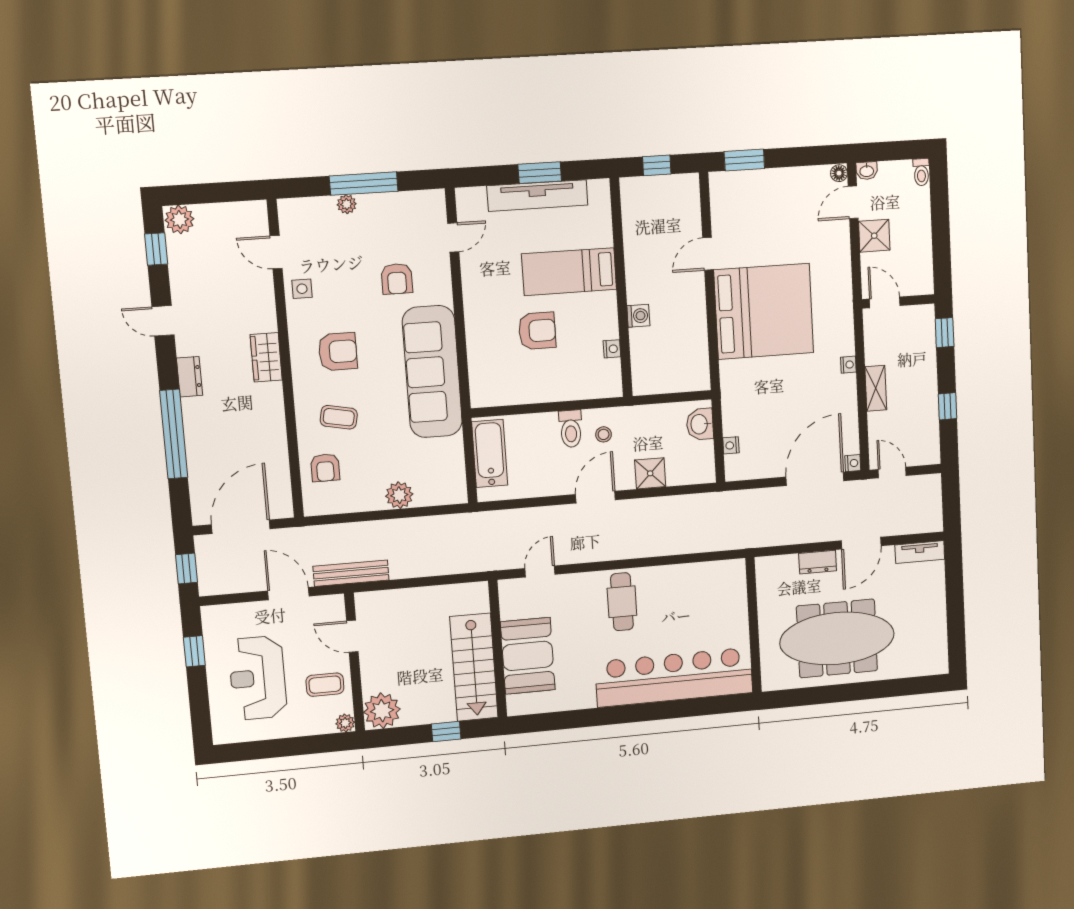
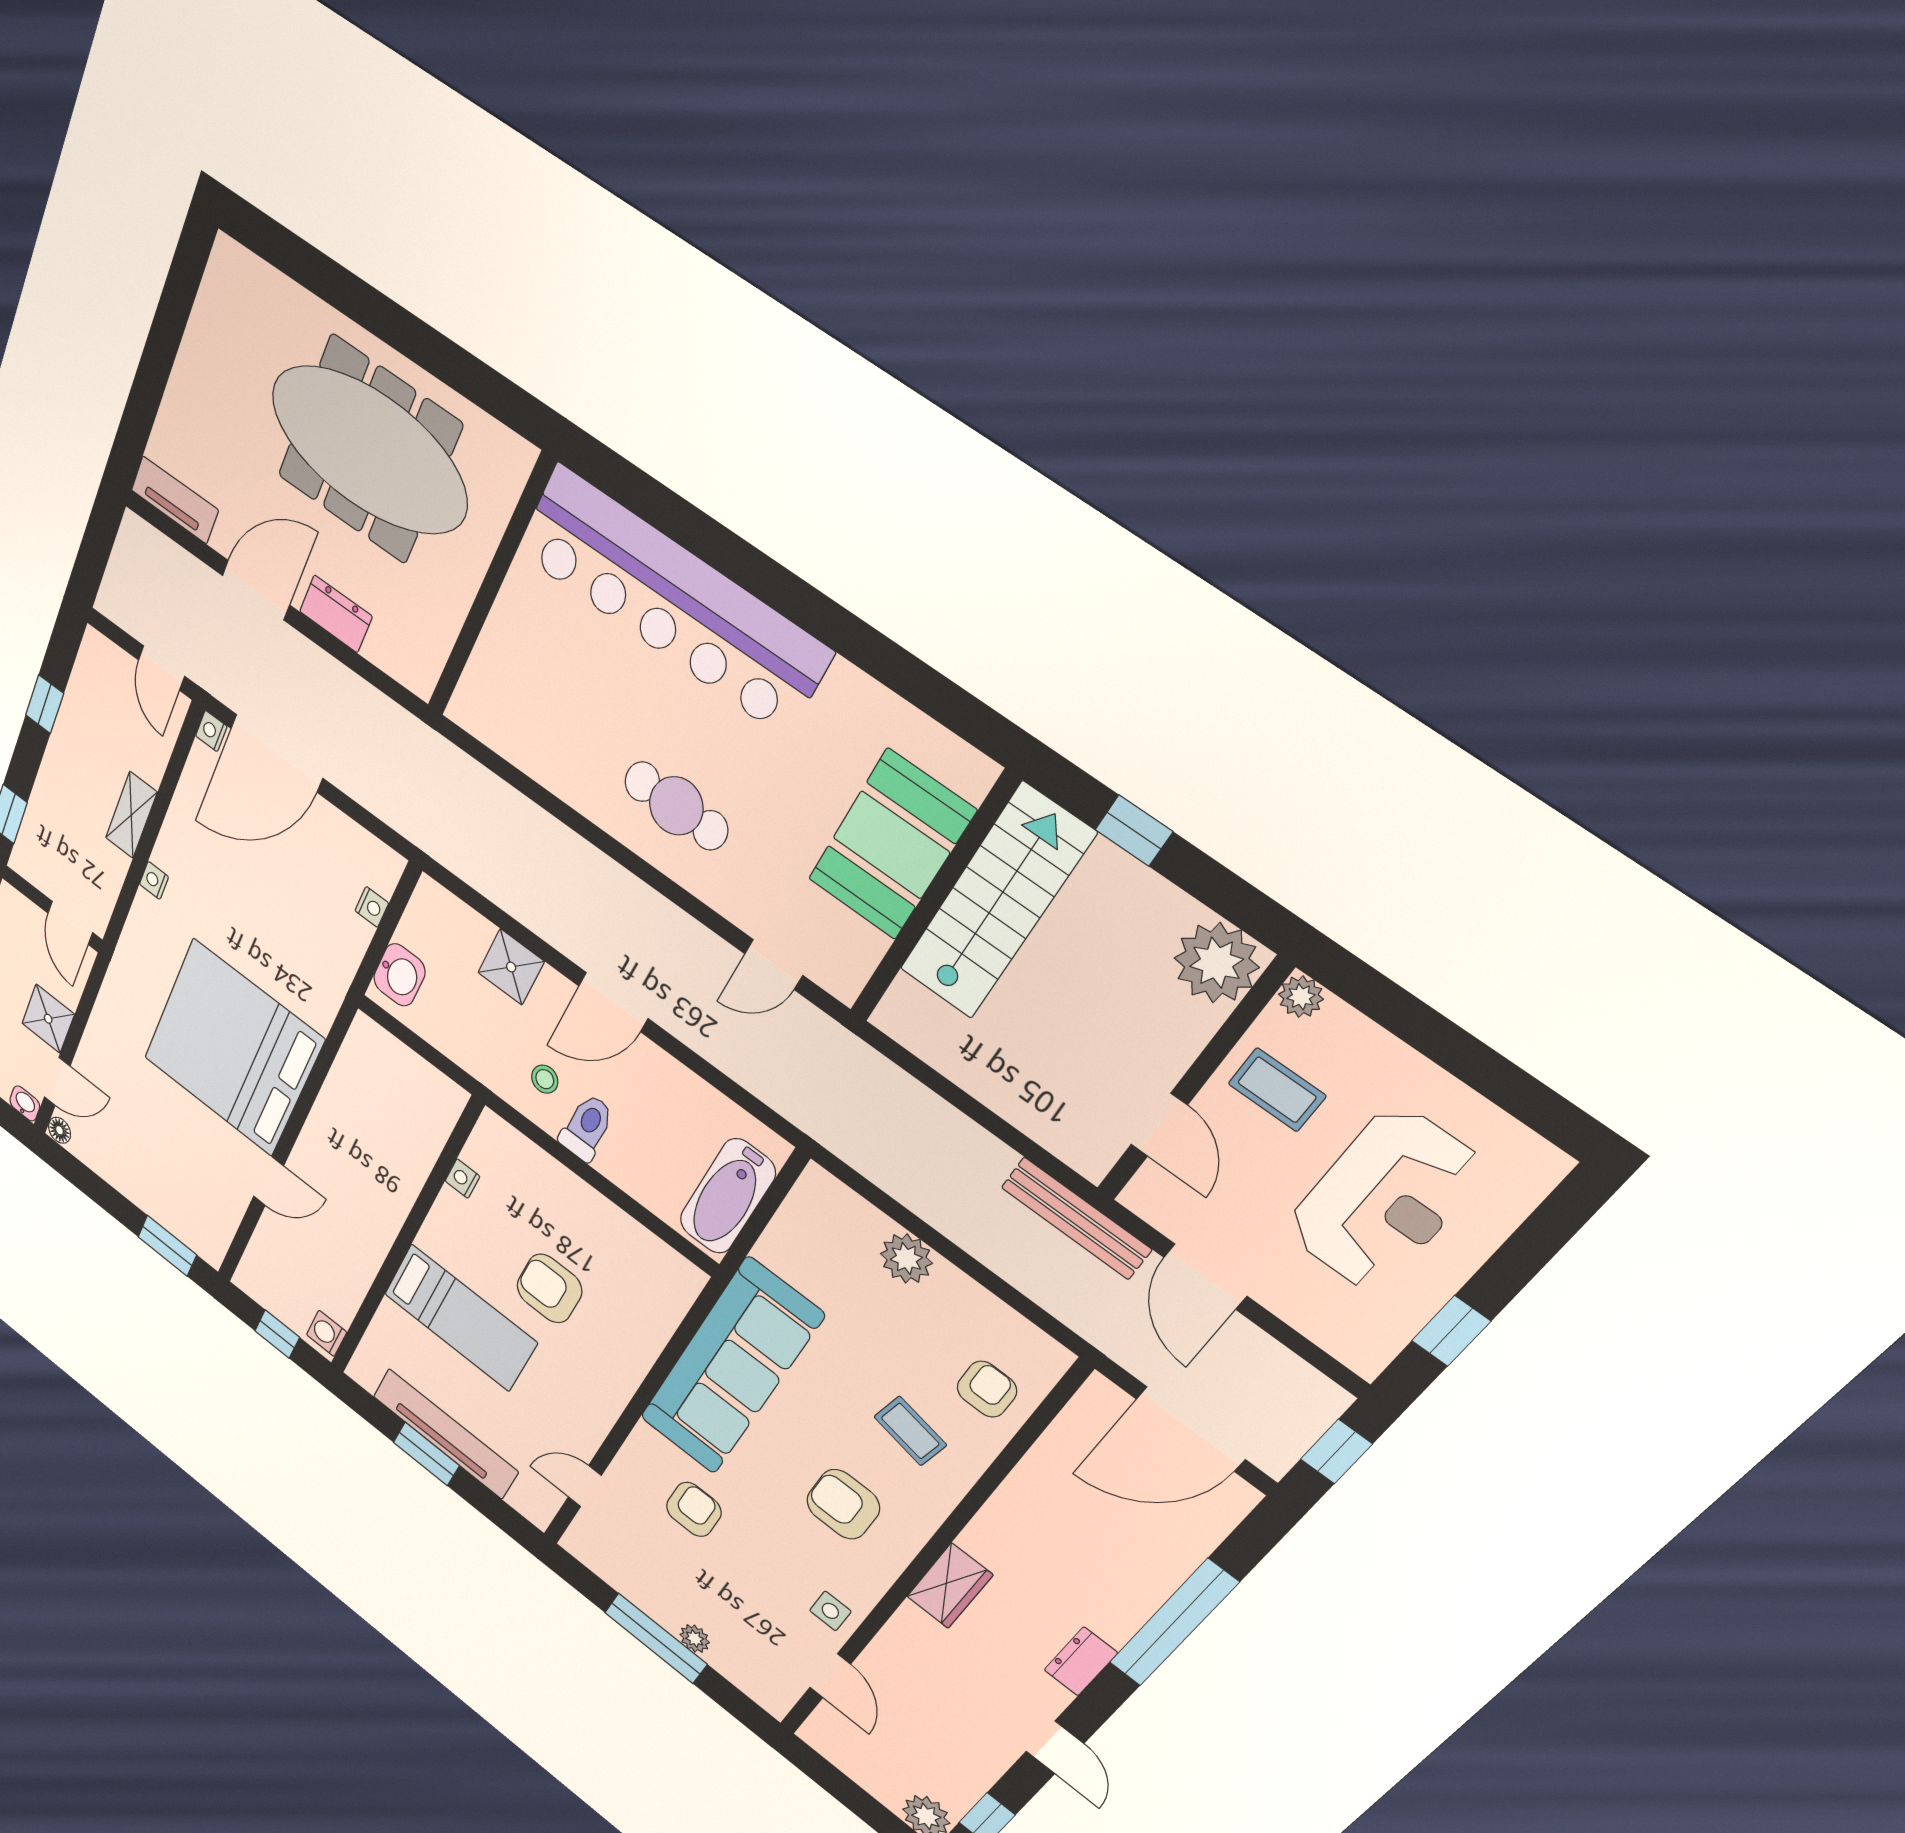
washing machine: (638, 316) -> (327, 1333), moved
cafe table: (622, 602) -> (676, 806), turned 90

